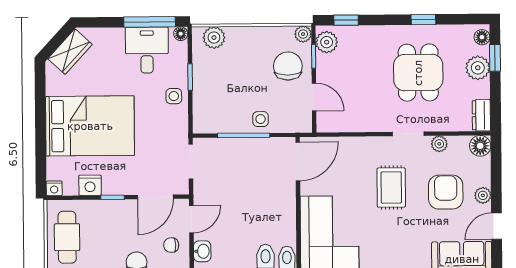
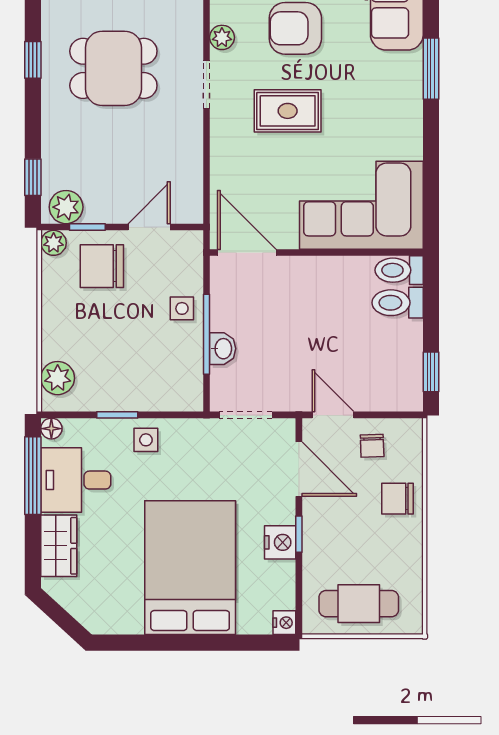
wardrobe: (70, 52) -> (59, 546), moved, turned 47
nightstand: (90, 185) -> (280, 542), moved
washbasin: (202, 251) -> (223, 349), moved, turned 90

